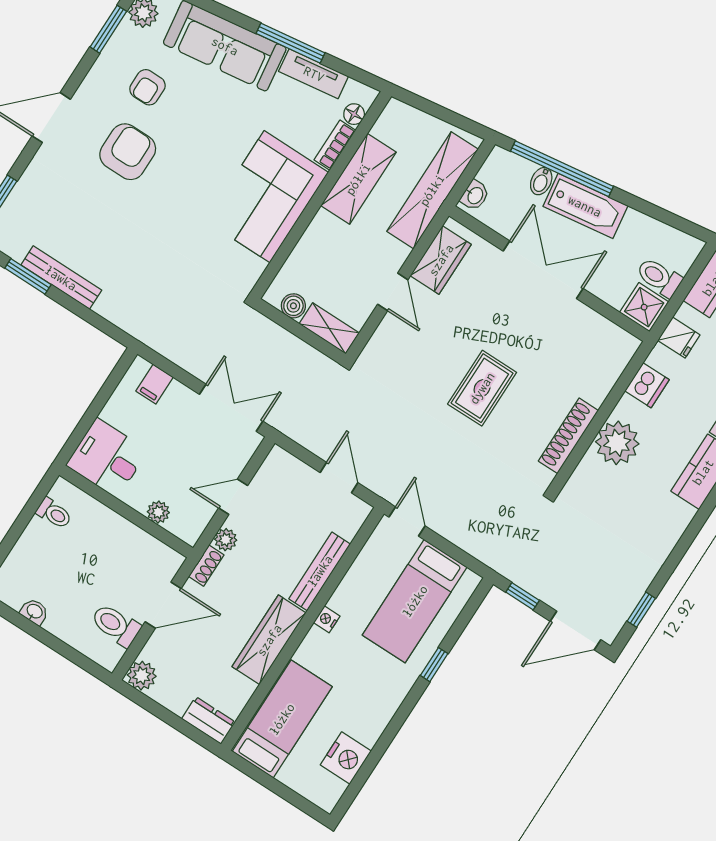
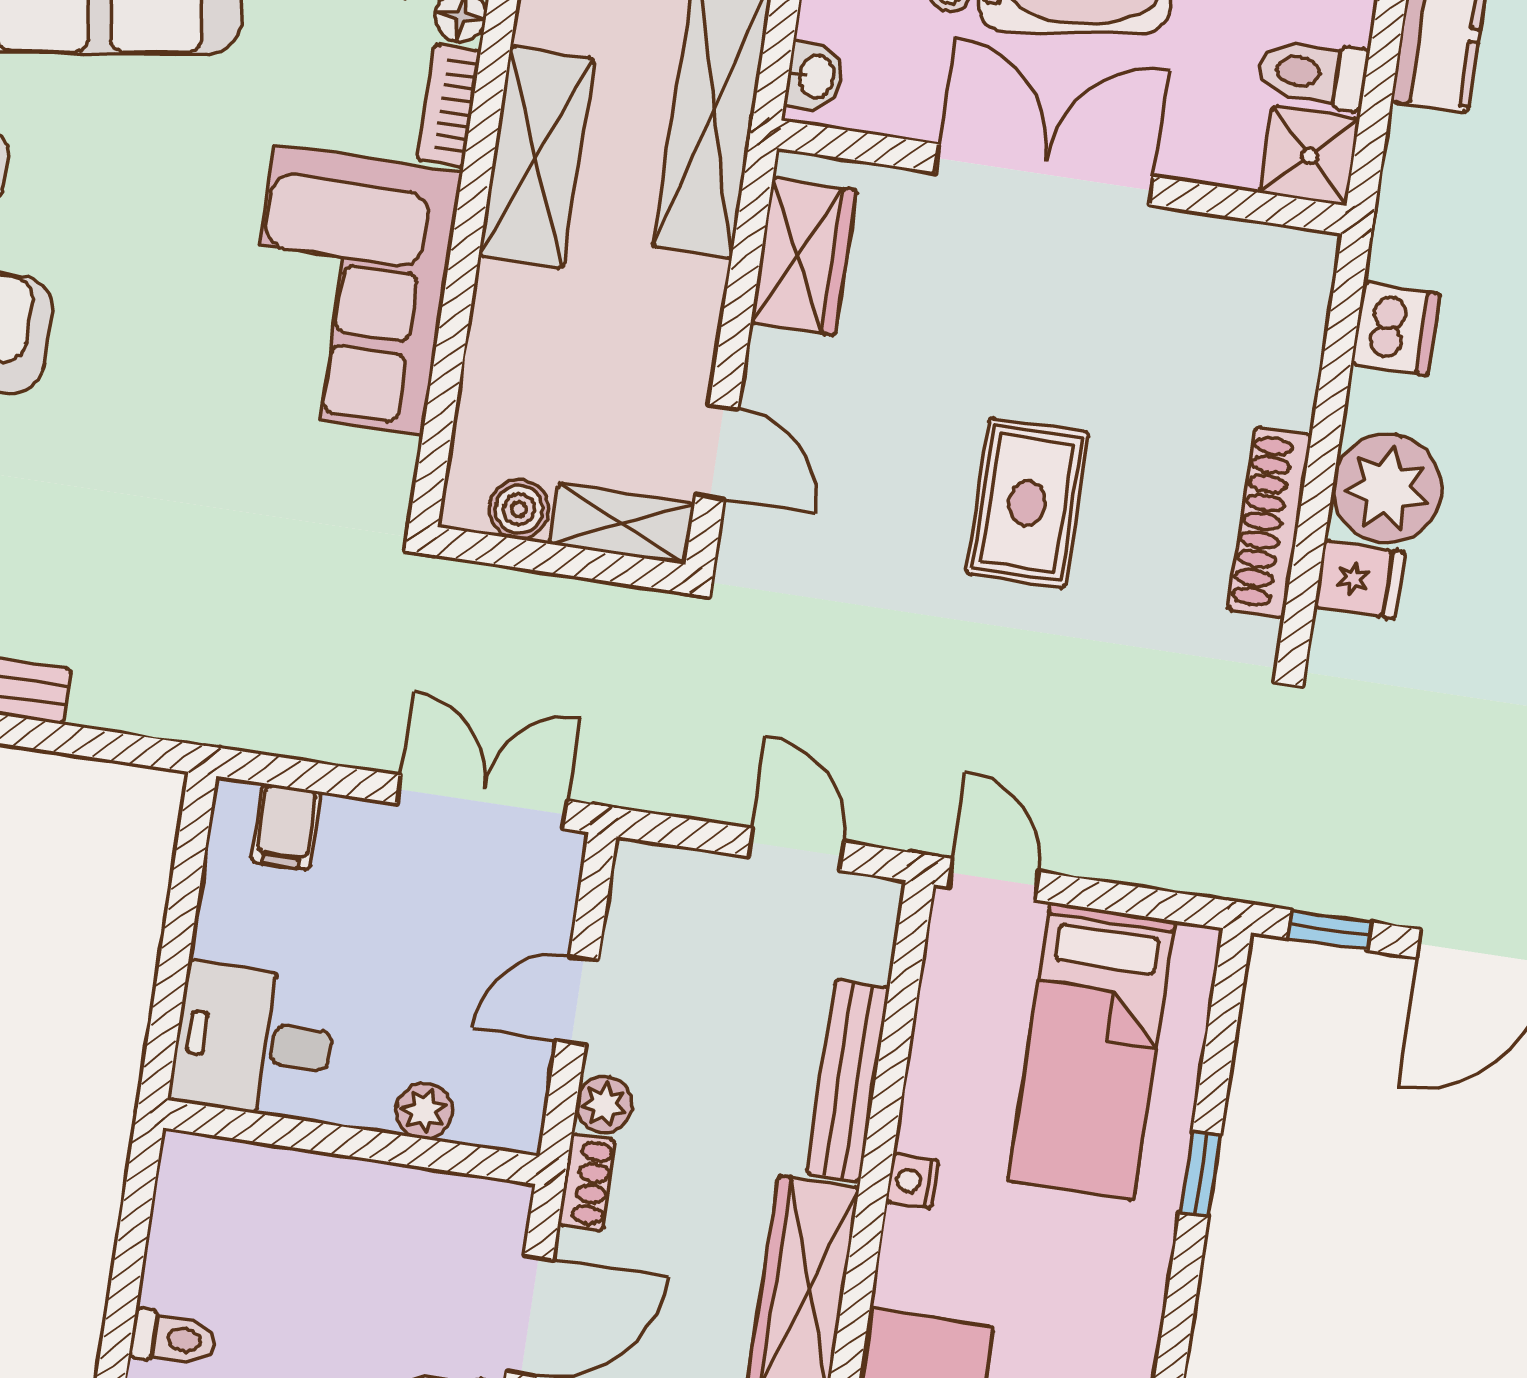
door: (393, 292) -> (717, 452), moved
fridge: (679, 338) -> (1360, 580), moved
toilet: (54, 513) -> (173, 1338), moved

